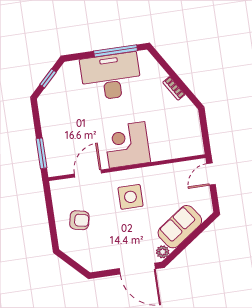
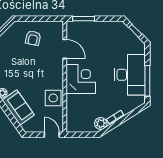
plant: (185, 108) -> (101, 124), added
side table: (130, 197) -> (53, 98), moved

